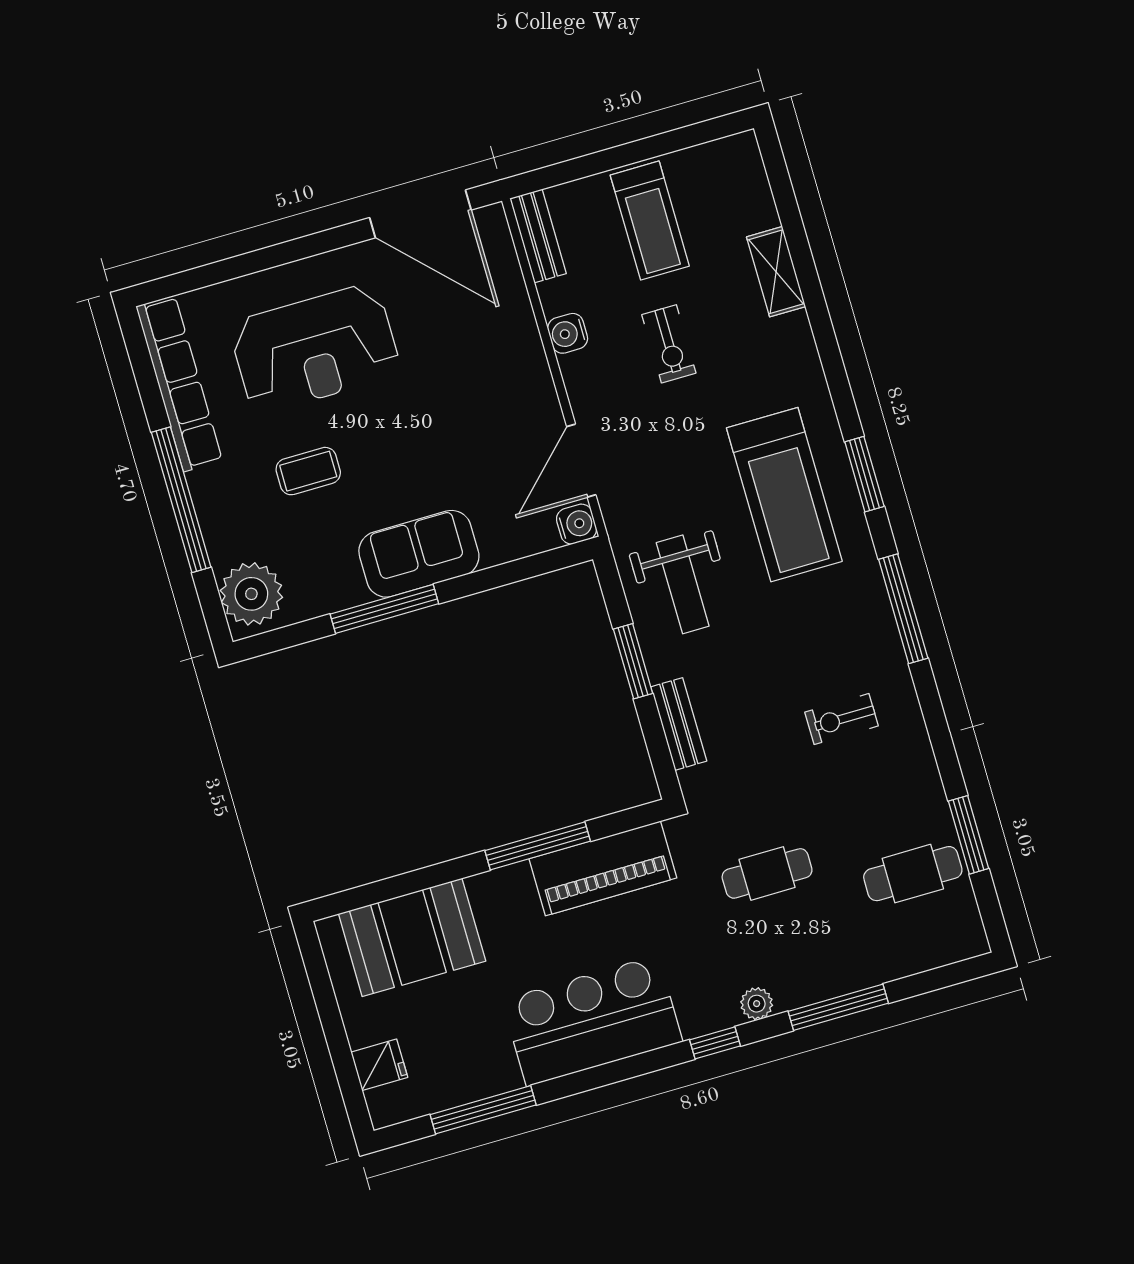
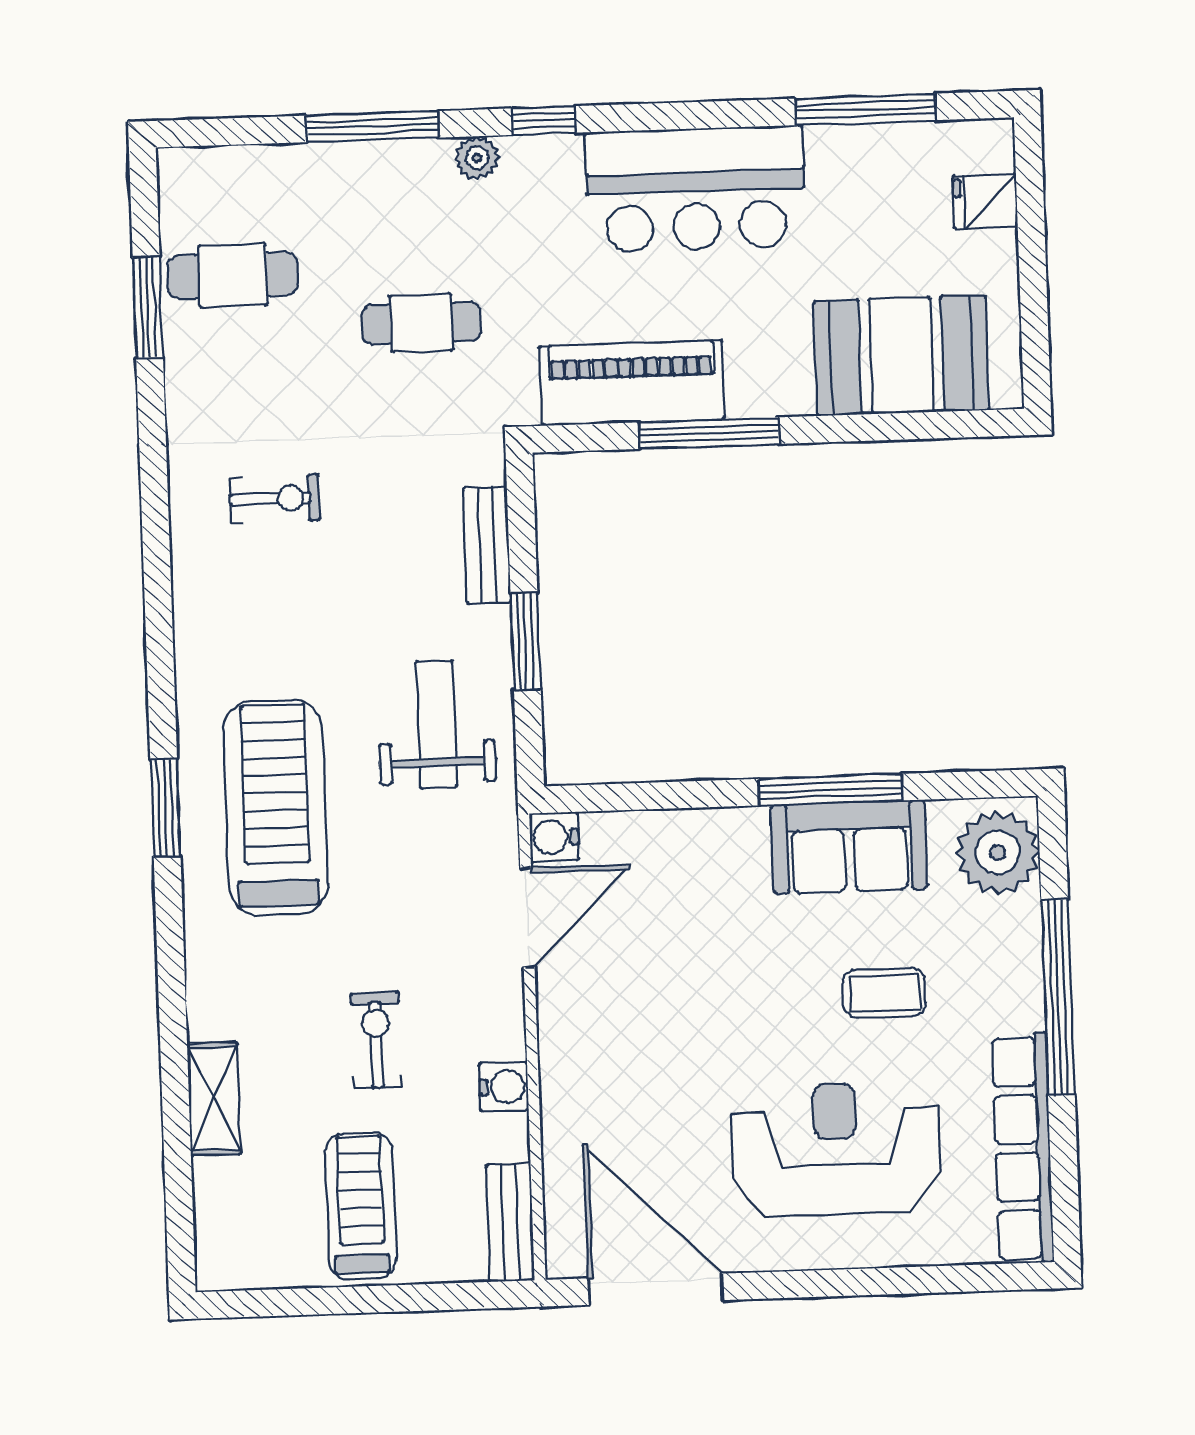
sofa: (419, 554) -> (849, 847), moved
window: (903, 609) -> (159, 621), removed

